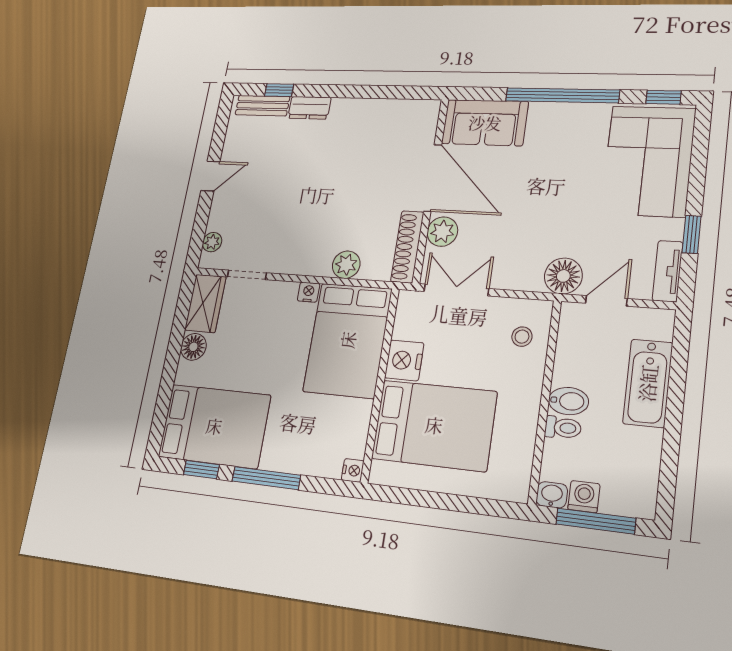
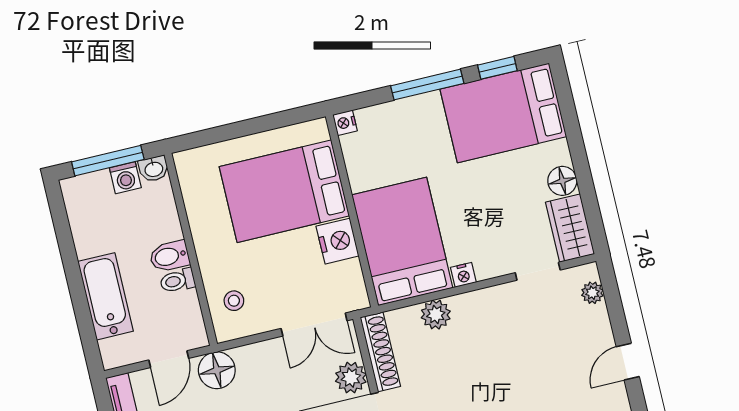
toilet: (563, 428) -> (177, 281), moved

